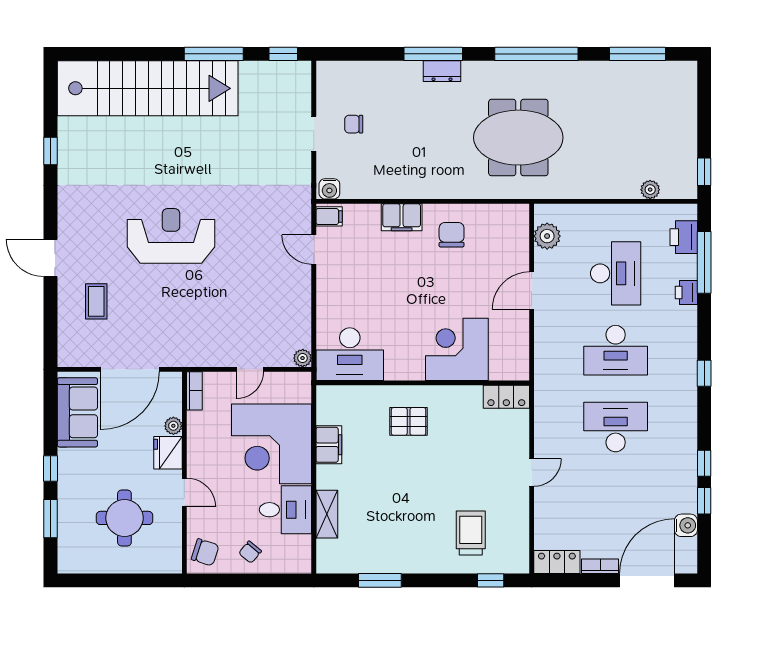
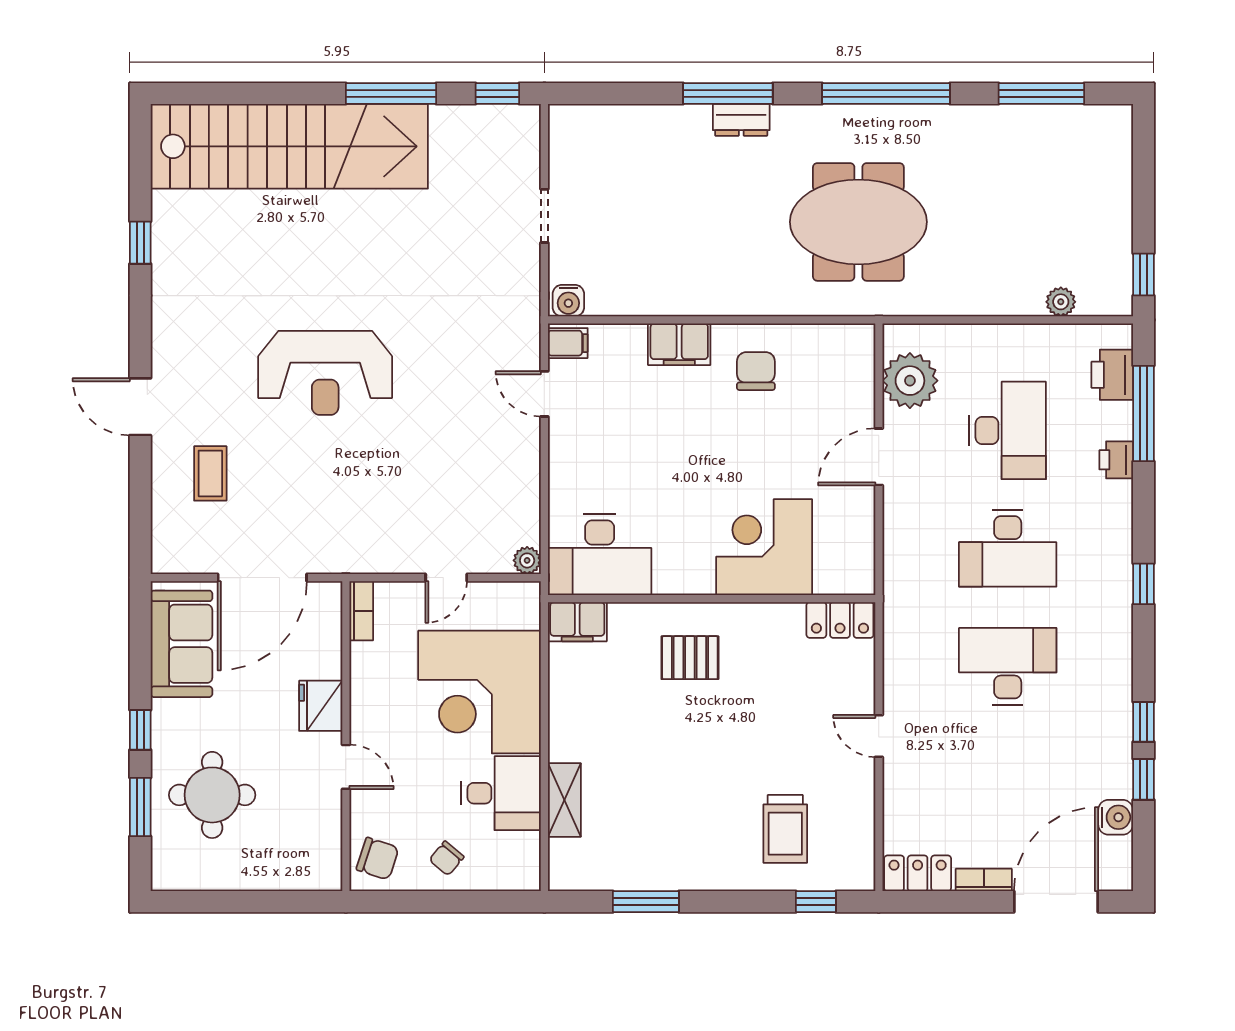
chair: (354, 124) -> (606, 201), removed
reception desk: (171, 236) -> (325, 373), turned 180
plant: (547, 236) -> (910, 381), width x1.36, depth x1.36
plant: (173, 426) -> (329, 664), removed
filing cabinet: (329, 445) -> (577, 622), moved, turned 90
door: (532, 472) -> (879, 736), swing flipped
round table: (124, 518) -> (212, 795), moved
trolley: (471, 533) -> (785, 829), turned 180

